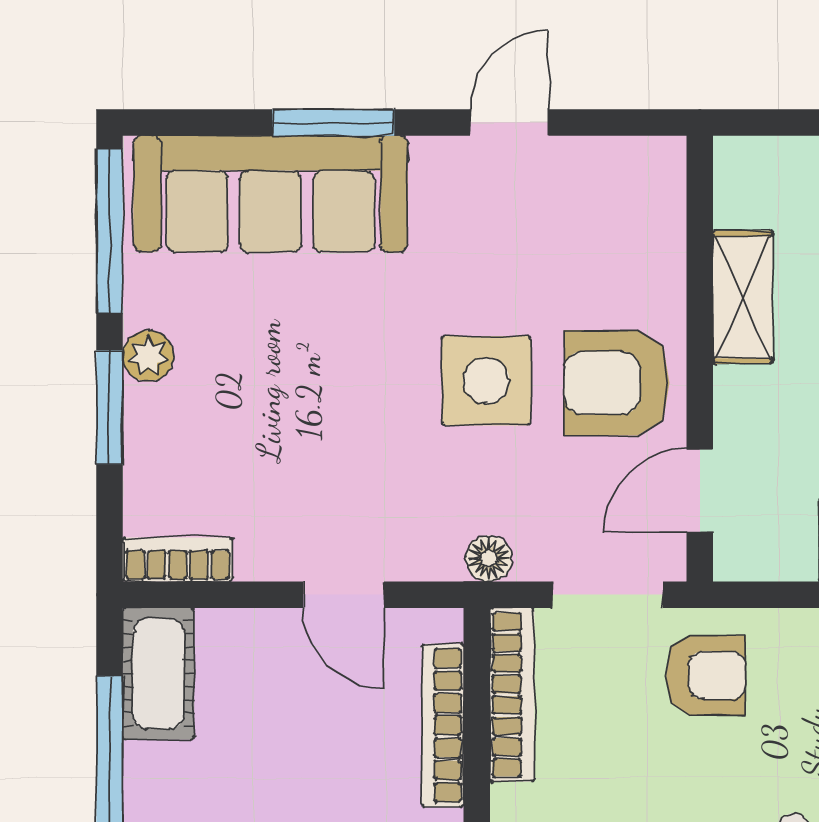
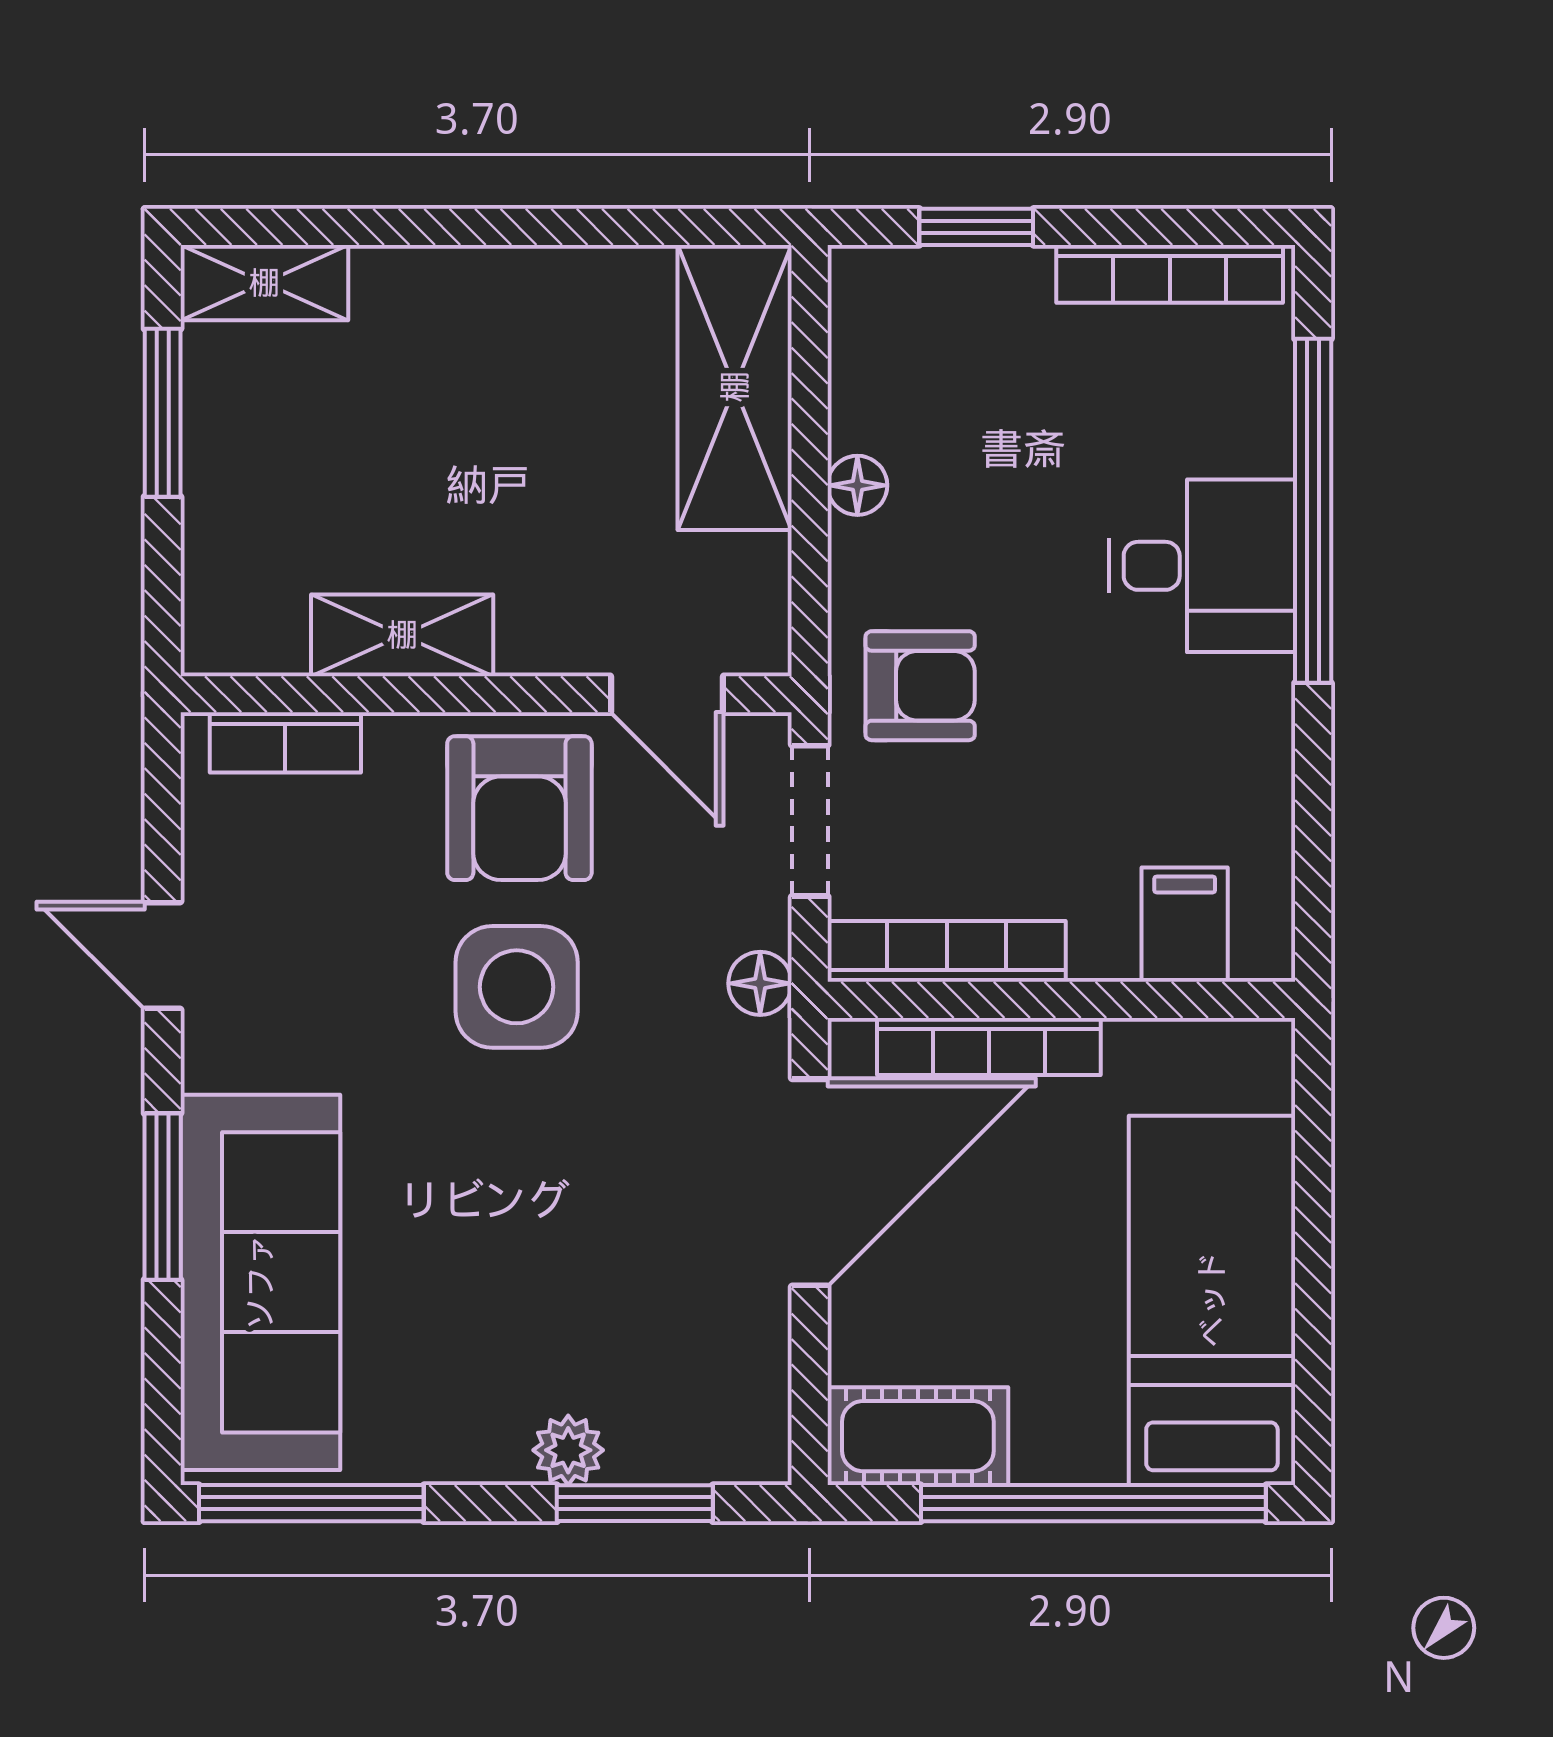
plant: (148, 356) -> (568, 1450), moved
window: (109, 407) -> (635, 1503), moved
bookcase: (178, 560) -> (285, 742), moved, turned -90
door: (344, 595) -> (810, 1182), width x1.87
armchair: (706, 675) -> (920, 686), turned 90

